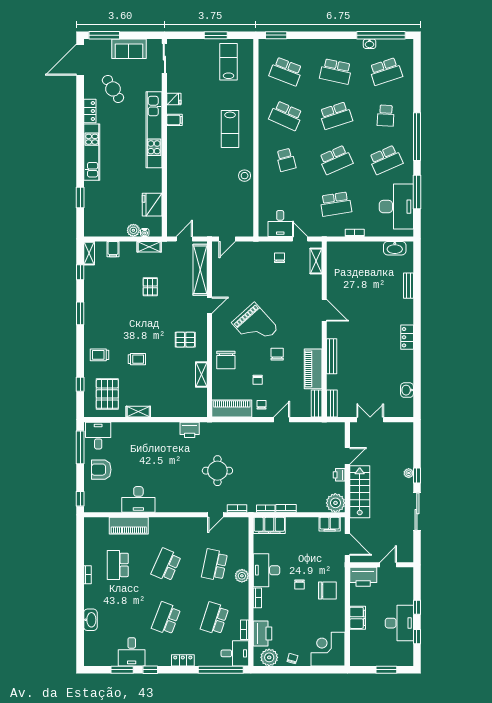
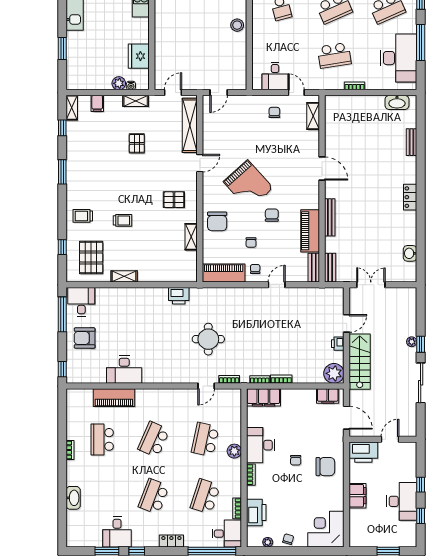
plant: (269, 657) -> (268, 542), width x0.53, depth x0.53

